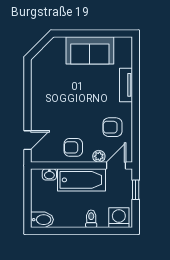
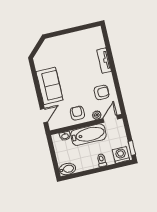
sofa: (90, 50) -> (50, 86), moved, turned -90
armchair: (112, 127) -> (102, 92), turned 180
armchair: (73, 147) -> (77, 113), turned 90
window: (136, 190) -> (132, 148), moved

